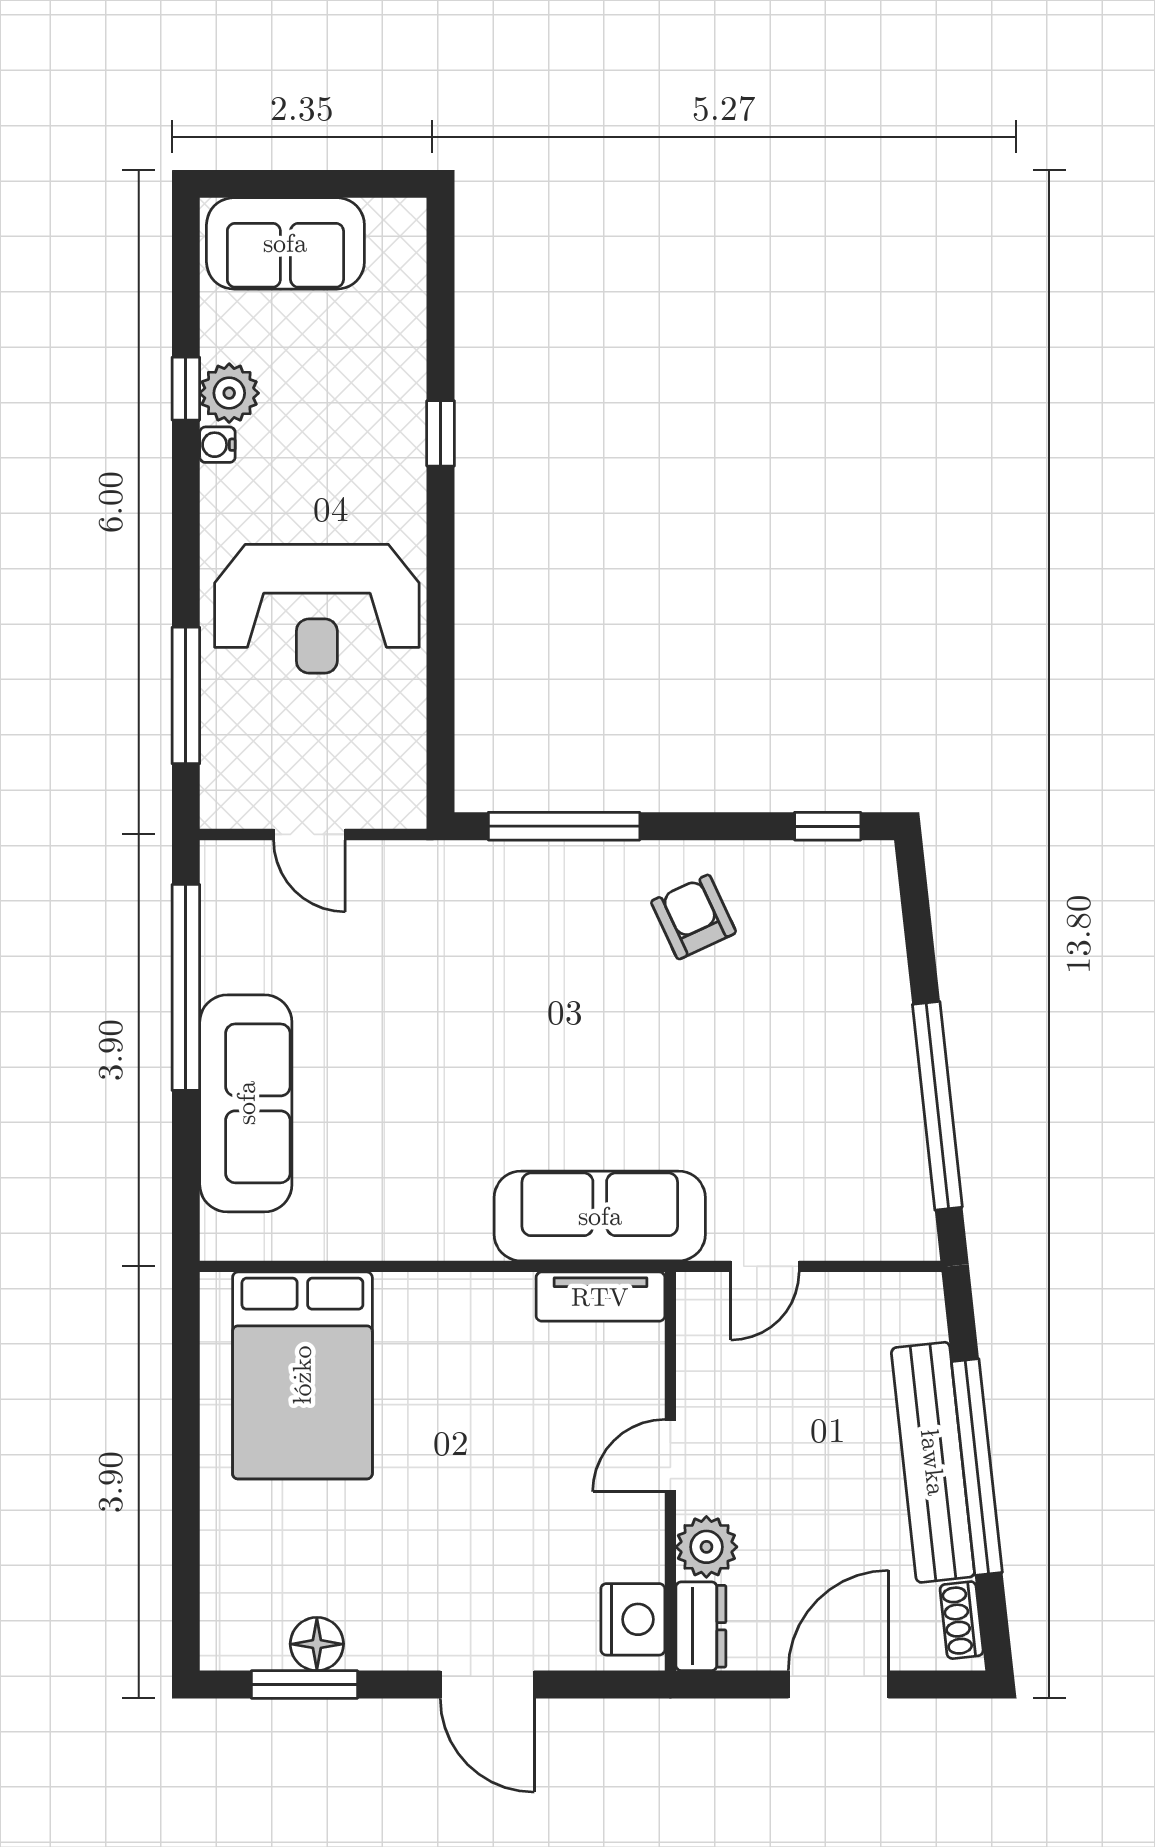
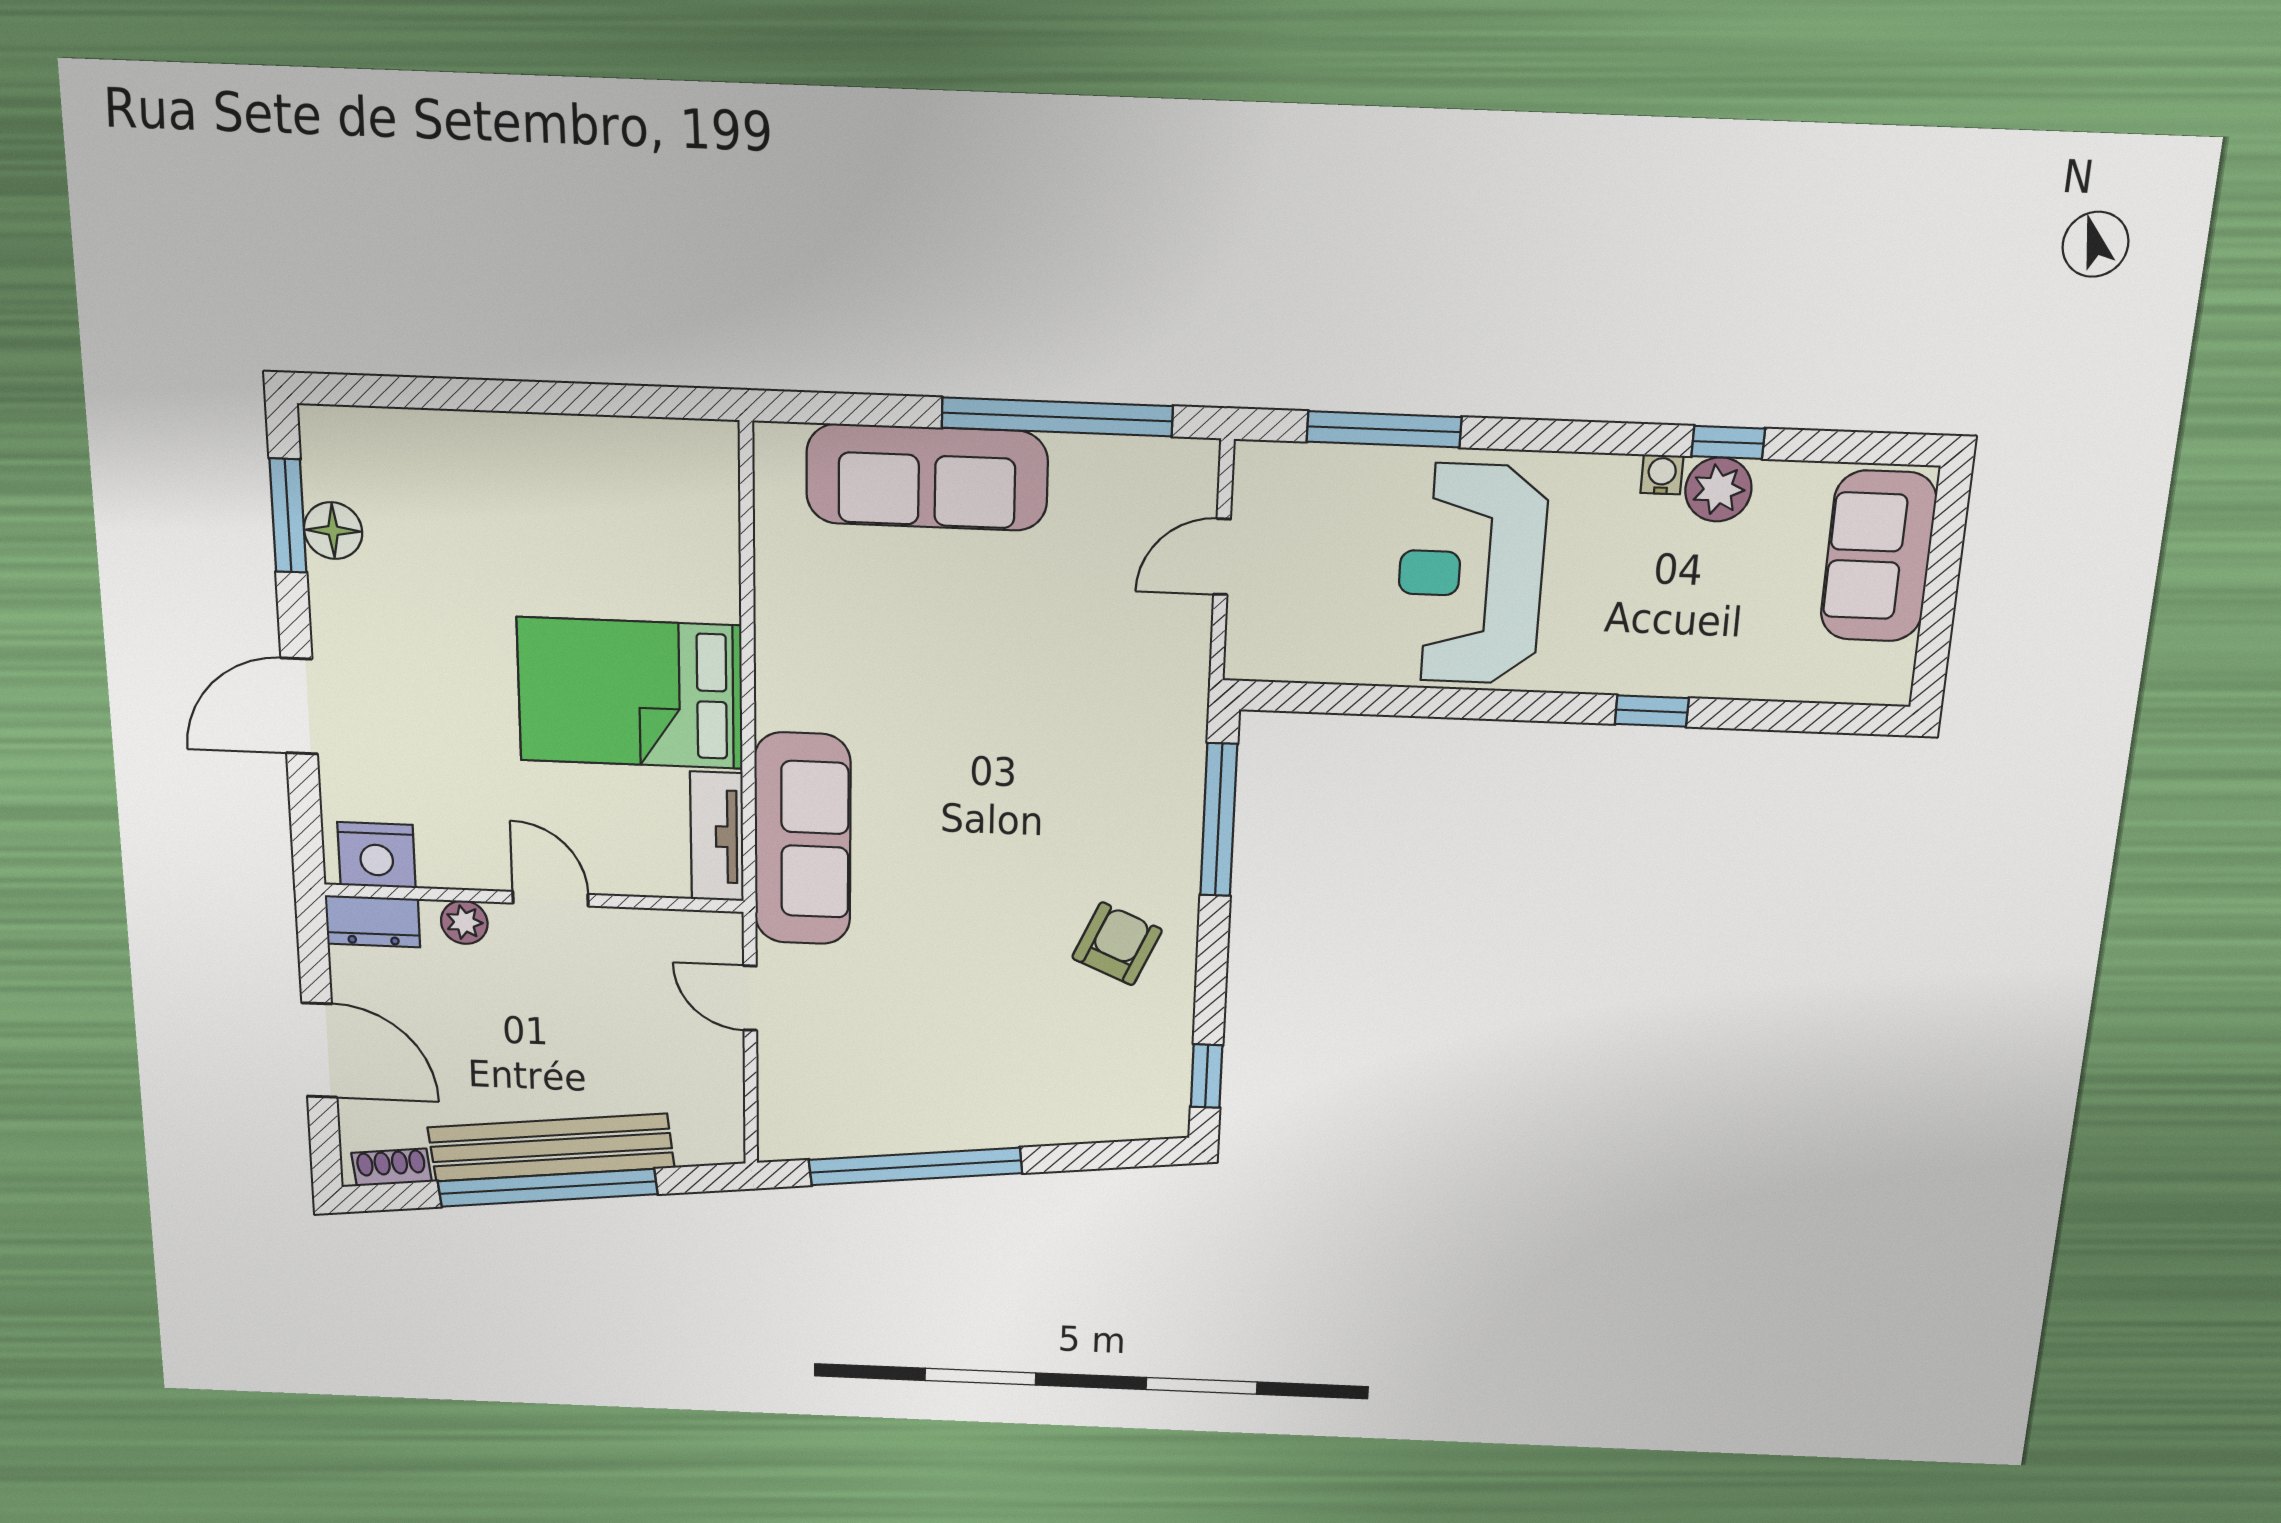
armchair: (693, 917) -> (1117, 944), turned -41
bed: (302, 1375) -> (630, 693), moved
plant: (706, 1547) -> (464, 922), width x0.73, depth x0.73

